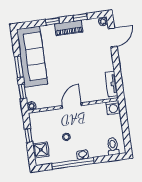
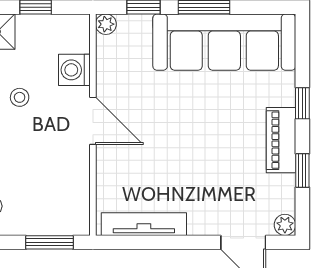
tv unit: (112, 84) -> (144, 224), width x1.41
washing machine: (113, 108) -> (74, 70), moved
window: (124, 116) -> (49, 242), added

